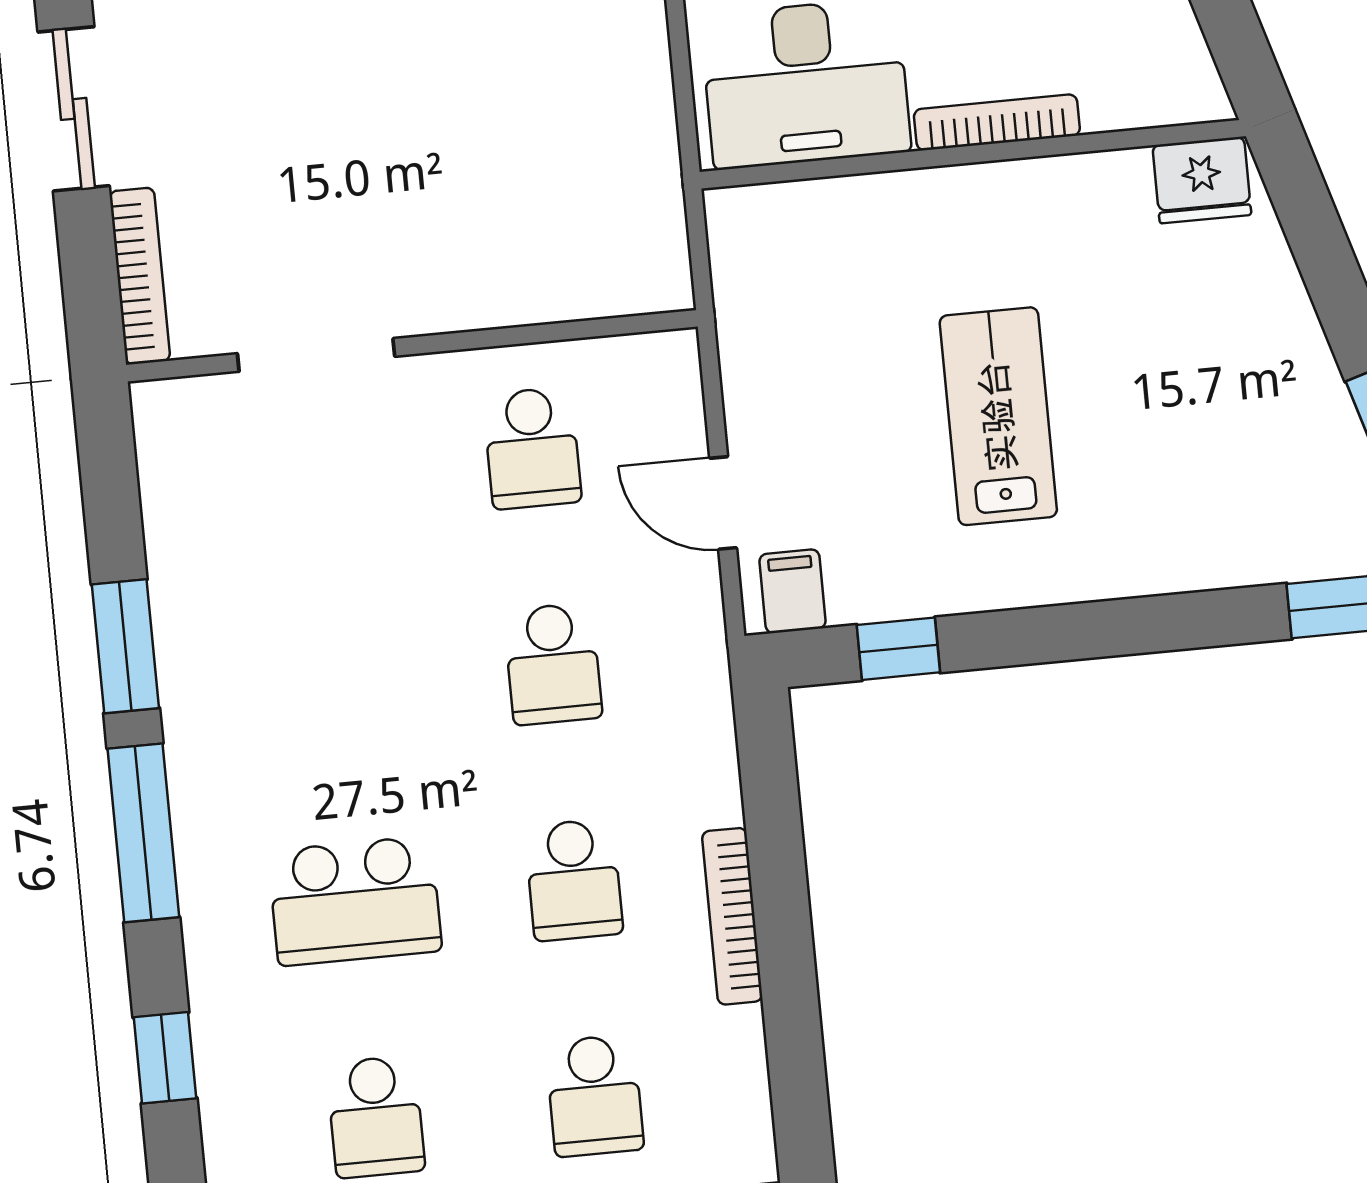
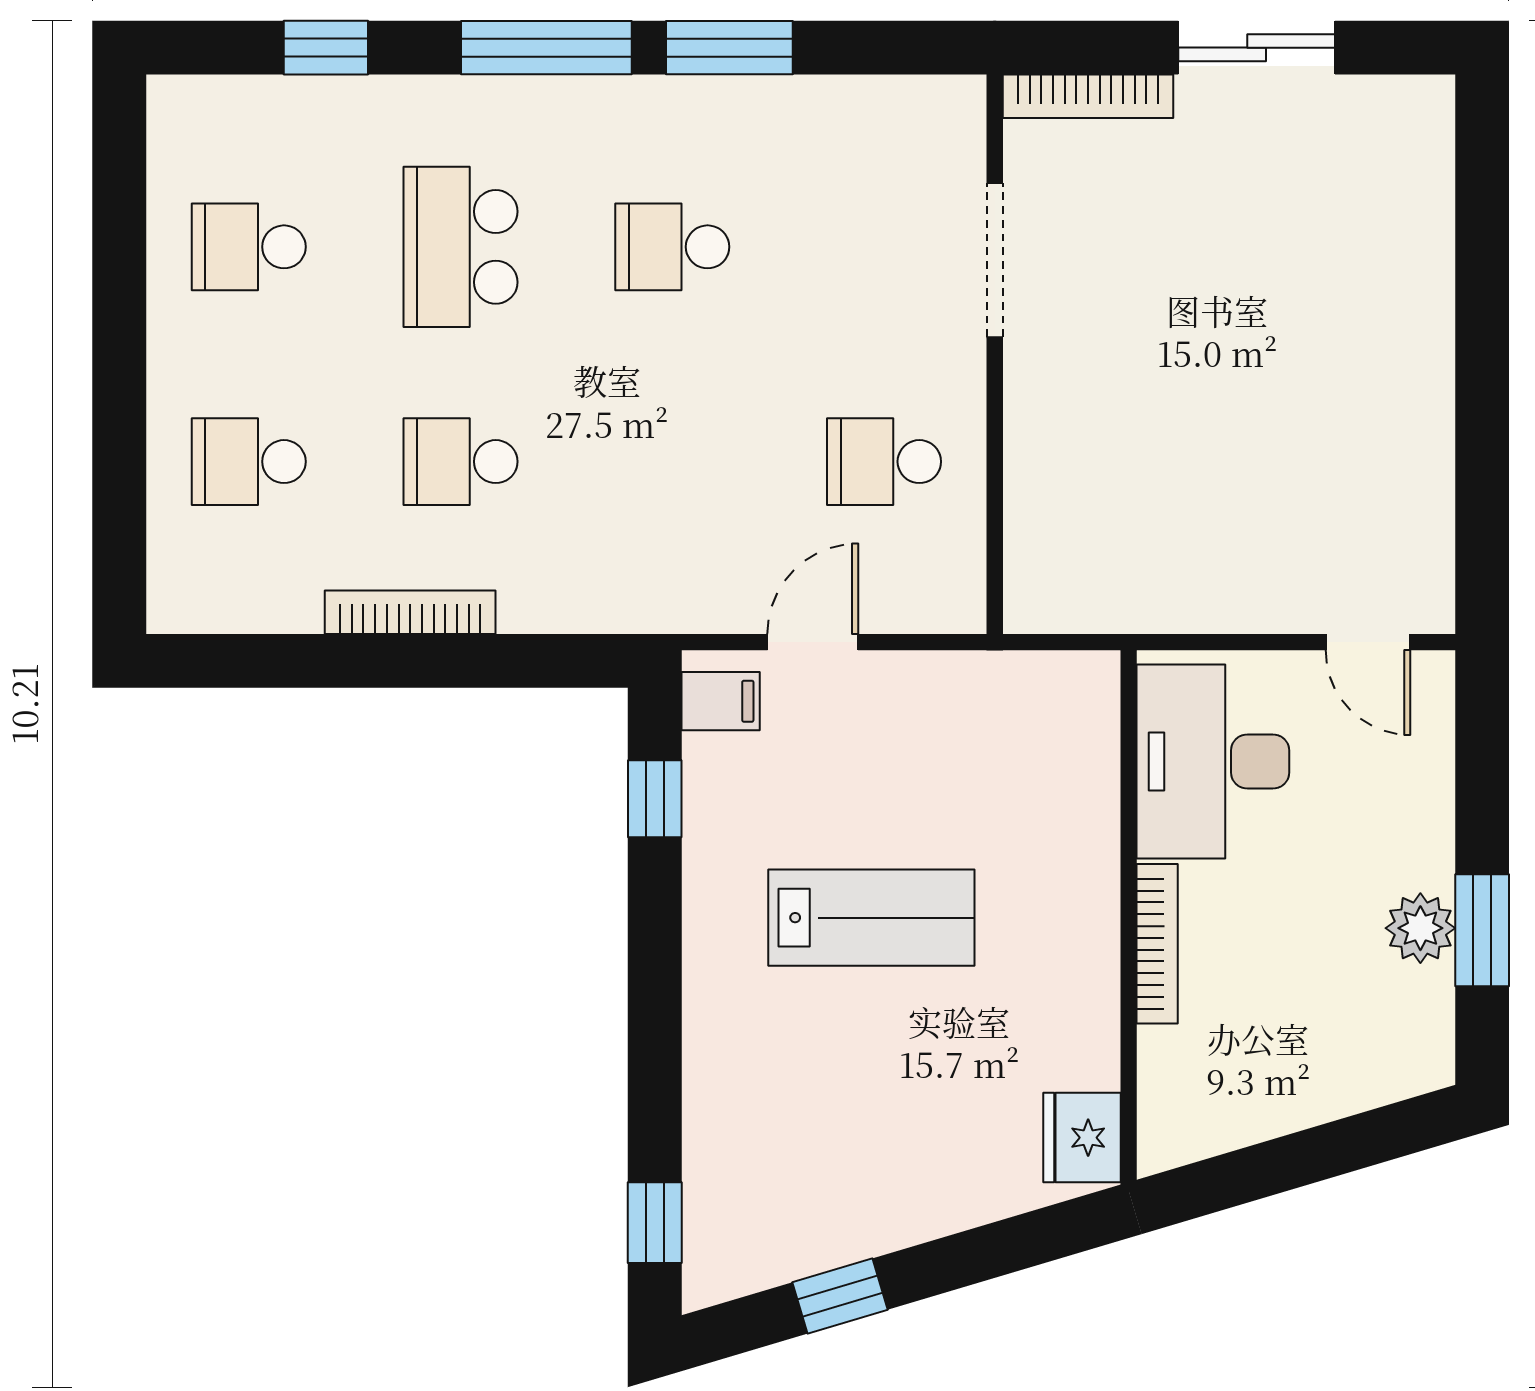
school desk: (553, 664) -> (672, 247), moved

